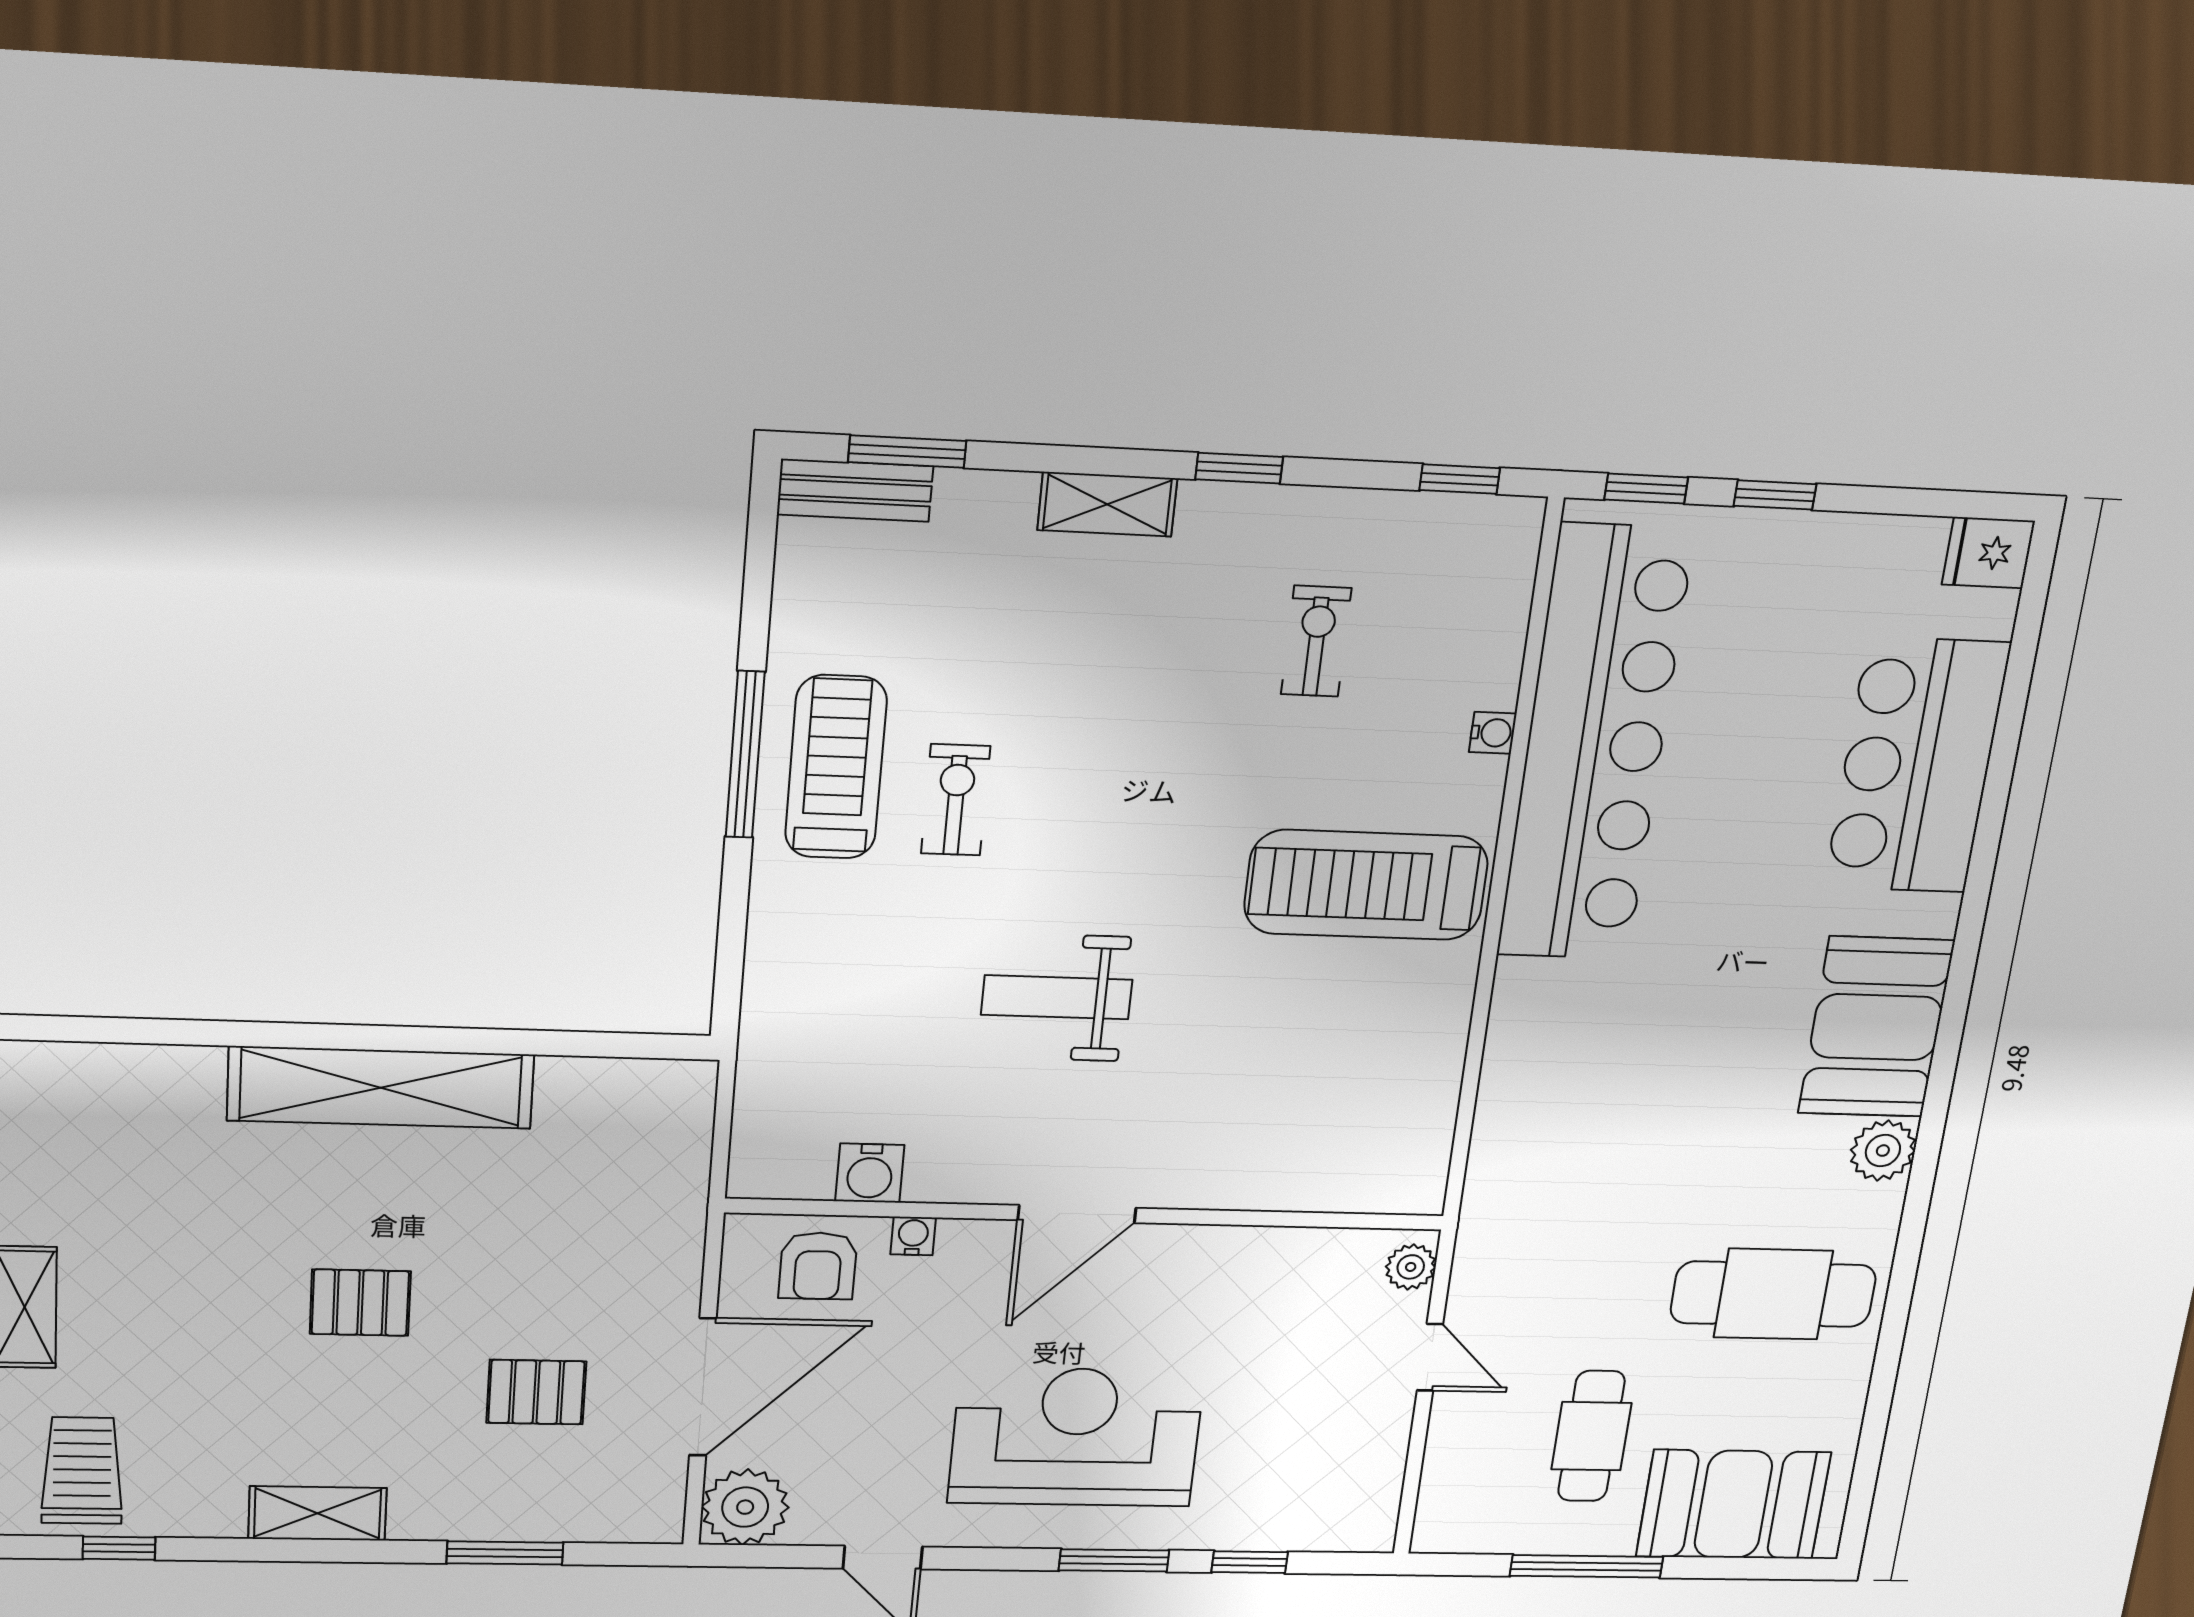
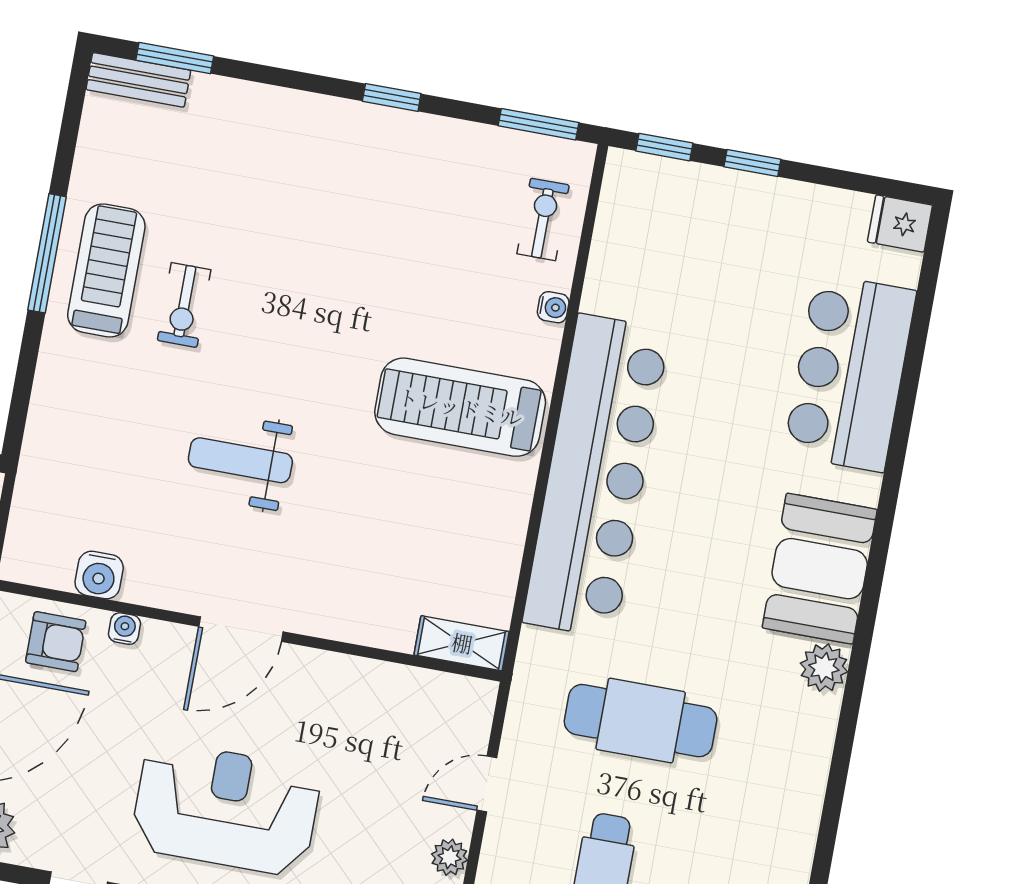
window: (1460, 479) -> (538, 124), width x1.50
shelving: (1107, 504) -> (462, 643), moved
exercise bike: (1316, 641) -> (543, 219), moved
bar counter: (1595, 745) -> (596, 476), moved
exercise bike: (956, 800) -> (184, 305), turned 180
armchair: (818, 1266) -> (56, 642), turned -90
plant: (1411, 1267) -> (449, 857), moved
cafe table: (1773, 1294) -> (641, 721), moved
door: (1430, 1357) -> (487, 784), swing flipped

